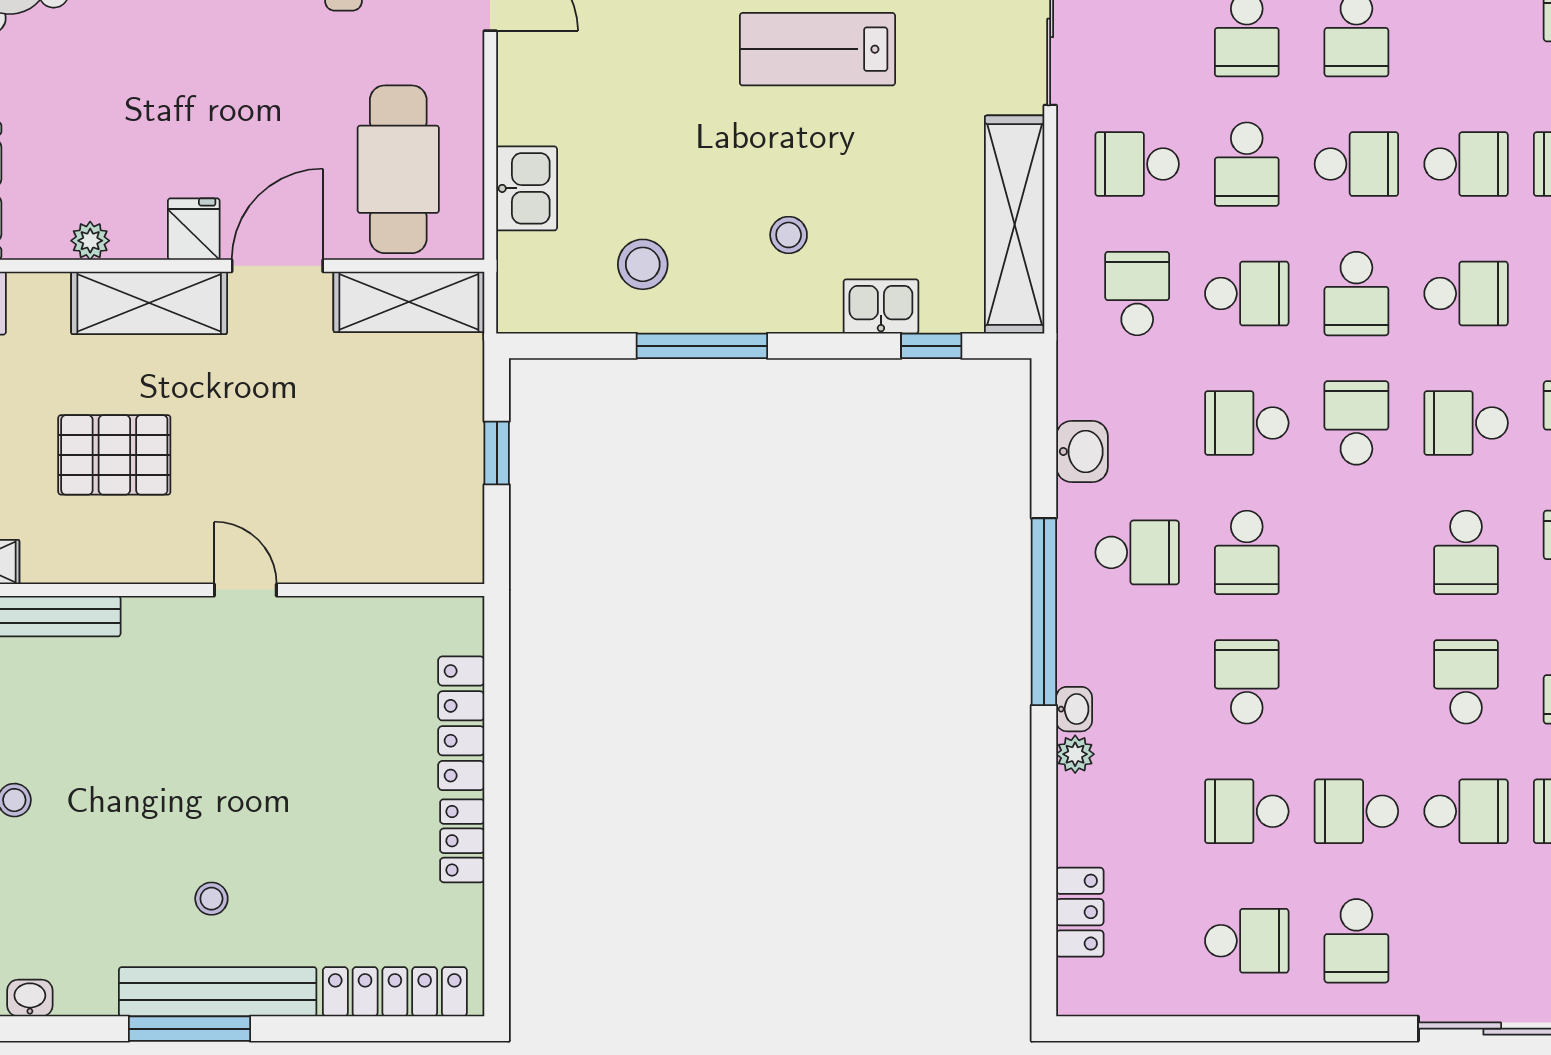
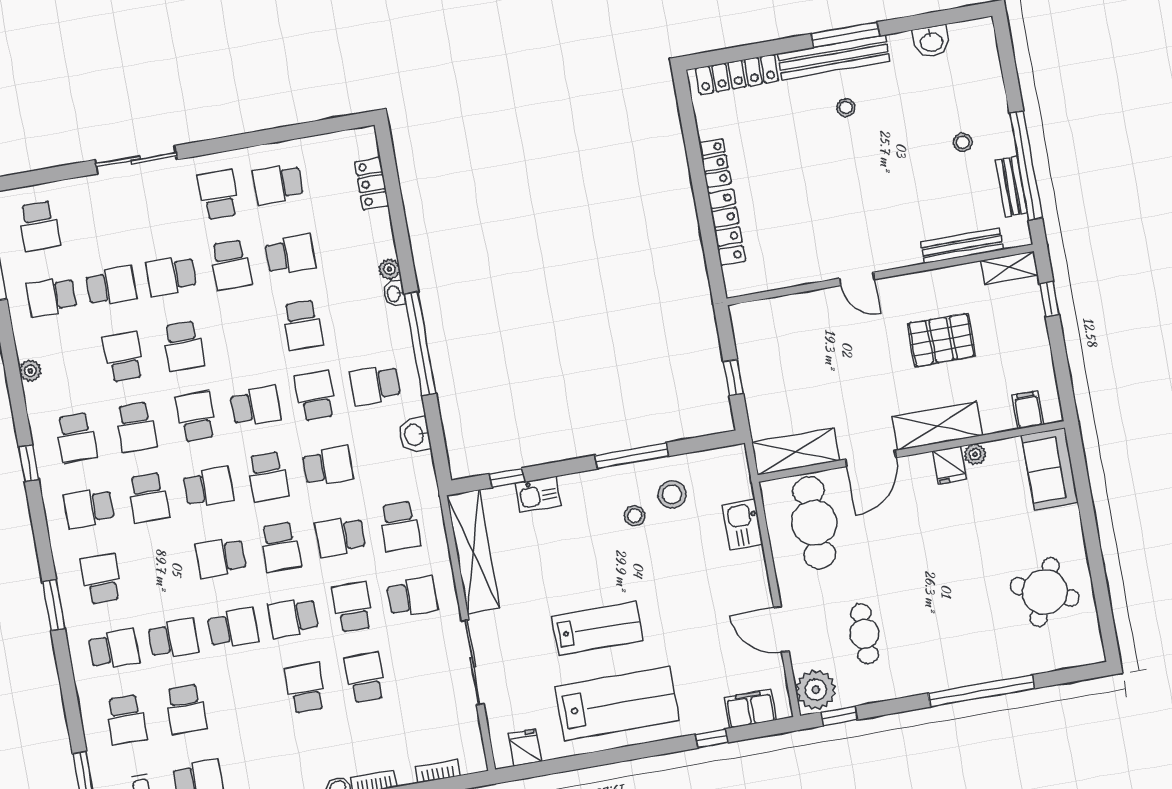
school desk: (1466, 164) -> (233, 628), turned 180
fridge: (194, 229) -> (949, 465), moved
stool: (789, 235) -> (635, 516), moved
school desk: (1356, 294) -> (280, 547), turned 180
school desk: (1356, 552) -> (256, 406), added
school desk: (1356, 811) -> (231, 265), turned 90
washbasin: (30, 998) -> (931, 41), width x1.38, depth x1.45

